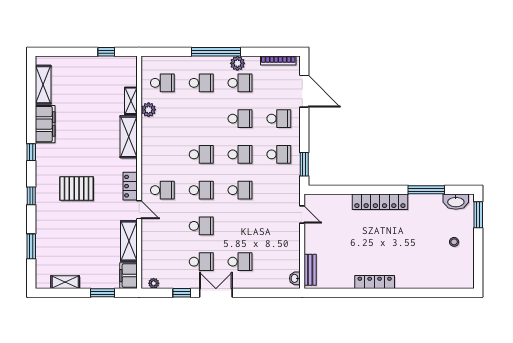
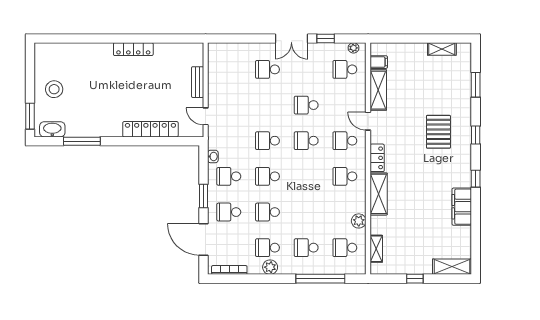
window: (106, 52) -> (415, 279), moved
window: (216, 52) -> (320, 279), moved
shelving: (43, 85) -> (452, 267), moved, turned 90
shelving: (131, 101) -> (376, 249), moved
school desk: (201, 154) -> (345, 176), moved
window: (304, 164) -> (204, 196), moved
locker: (130, 186) -> (377, 158), moved
pallet: (77, 189) -> (438, 132), moved, turned 90
locker: (380, 202) -> (150, 129), moved
stool: (454, 242) -> (54, 89), width x1.89, depth x1.89
school desk: (201, 262) -> (345, 69), moved
bench: (310, 270) -> (198, 82), moved
filing cabinet: (128, 276) -> (379, 62), width x0.50
washbasin: (295, 278) -> (213, 156), moved
window: (102, 293) -> (405, 38), removed

